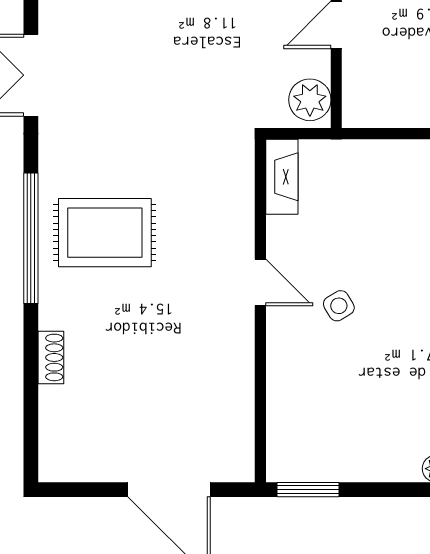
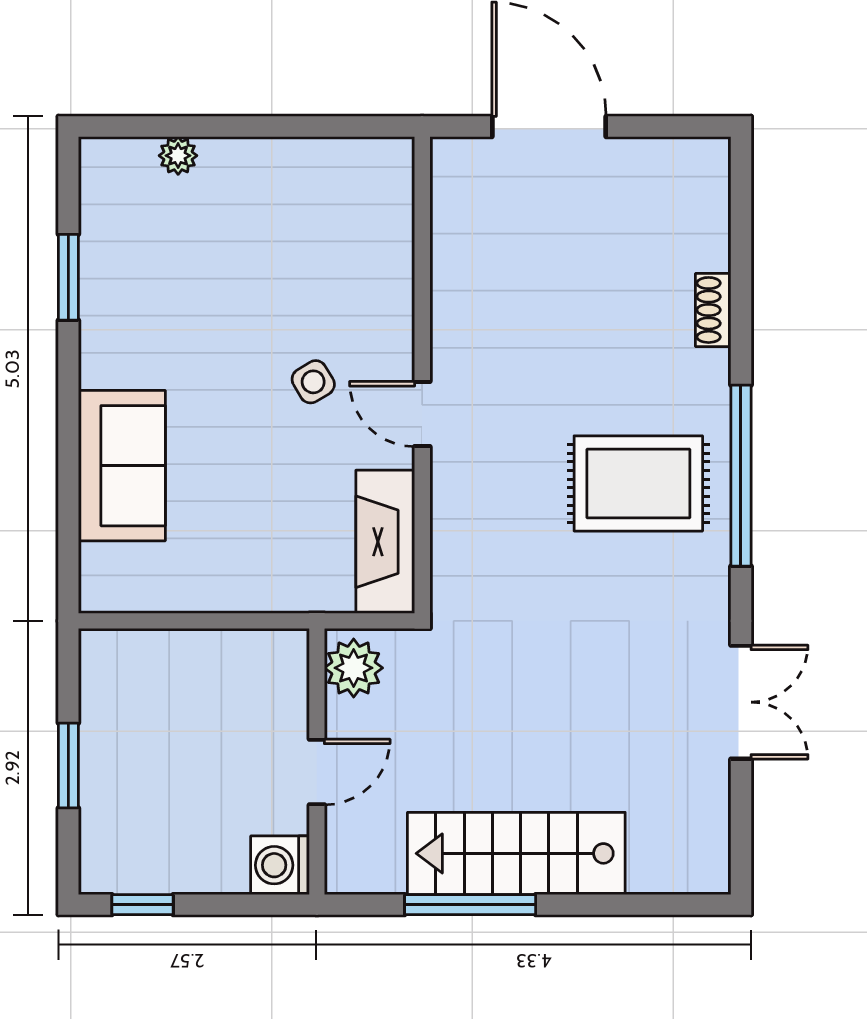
fireplace: (282, 177) -> (385, 542), width x1.37, depth x1.32
window: (308, 490) -> (356, 126), removed

